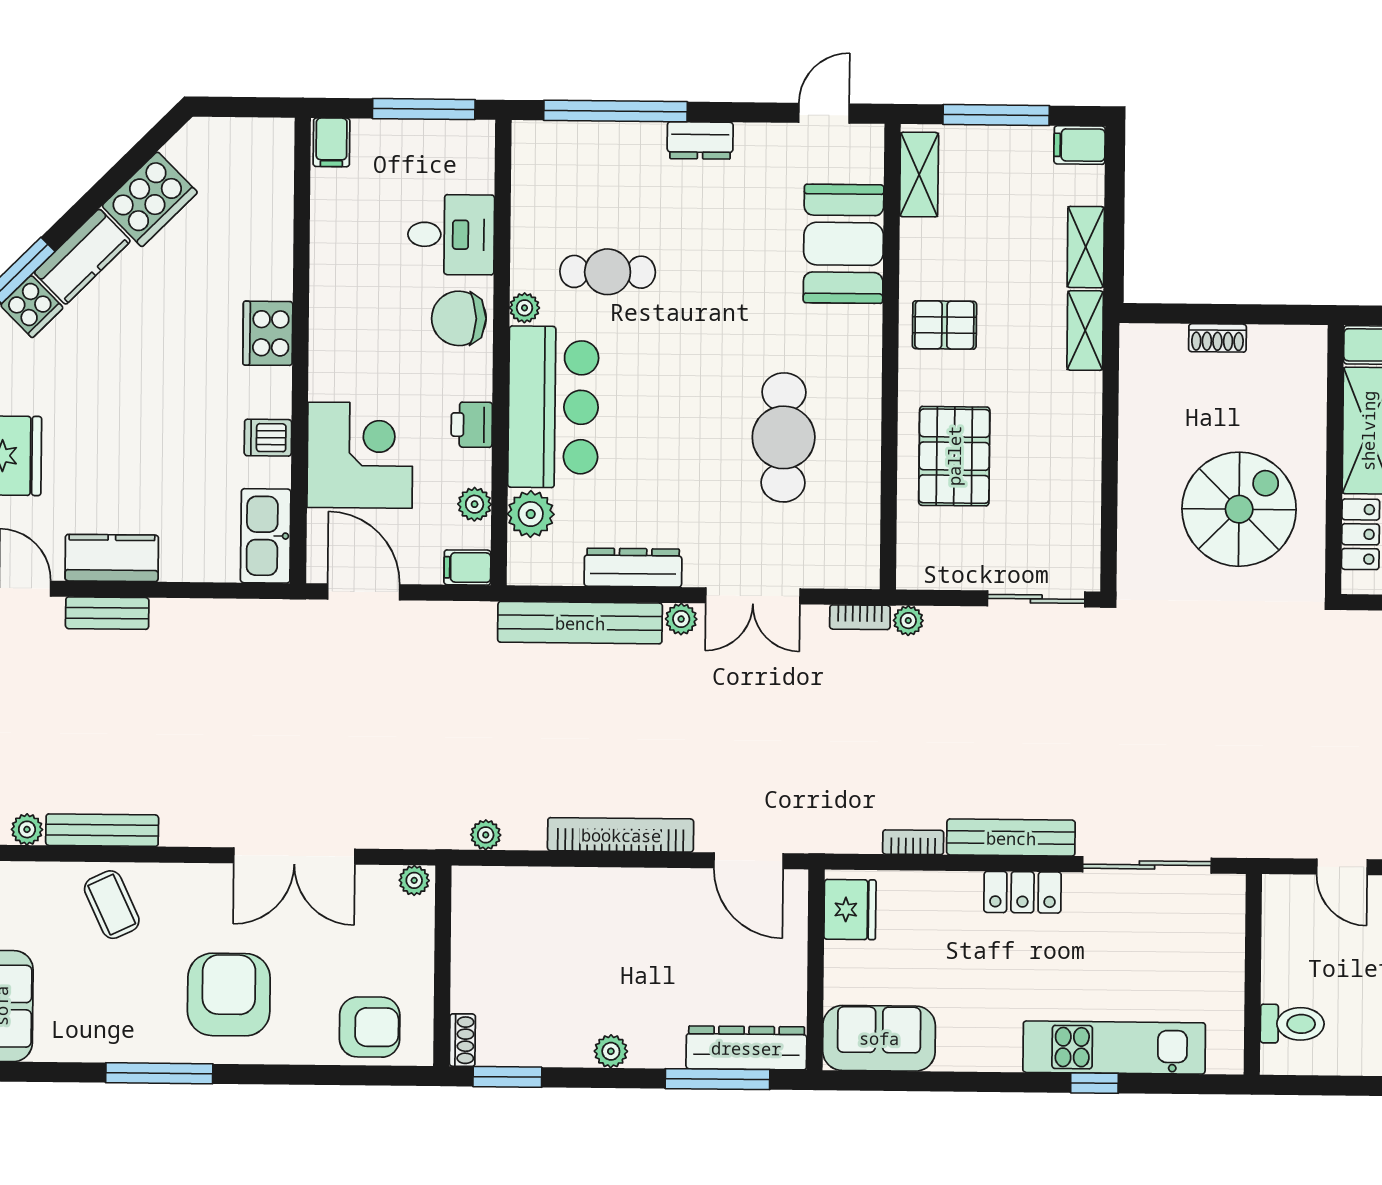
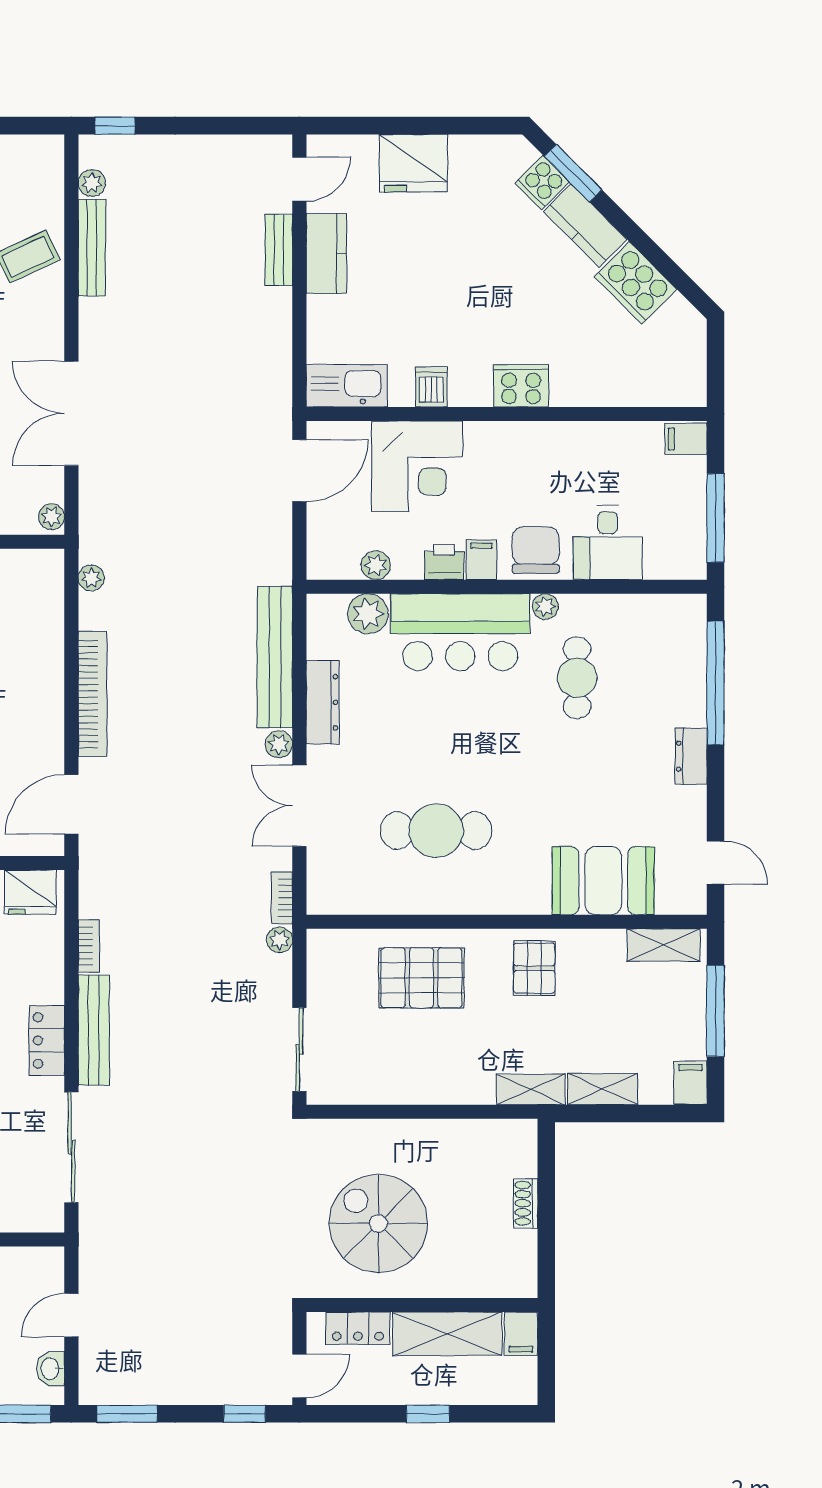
spiral stairs: (1239, 509) -> (378, 1223), turned 180
filing cabinet: (467, 567) -> (481, 560), moved

